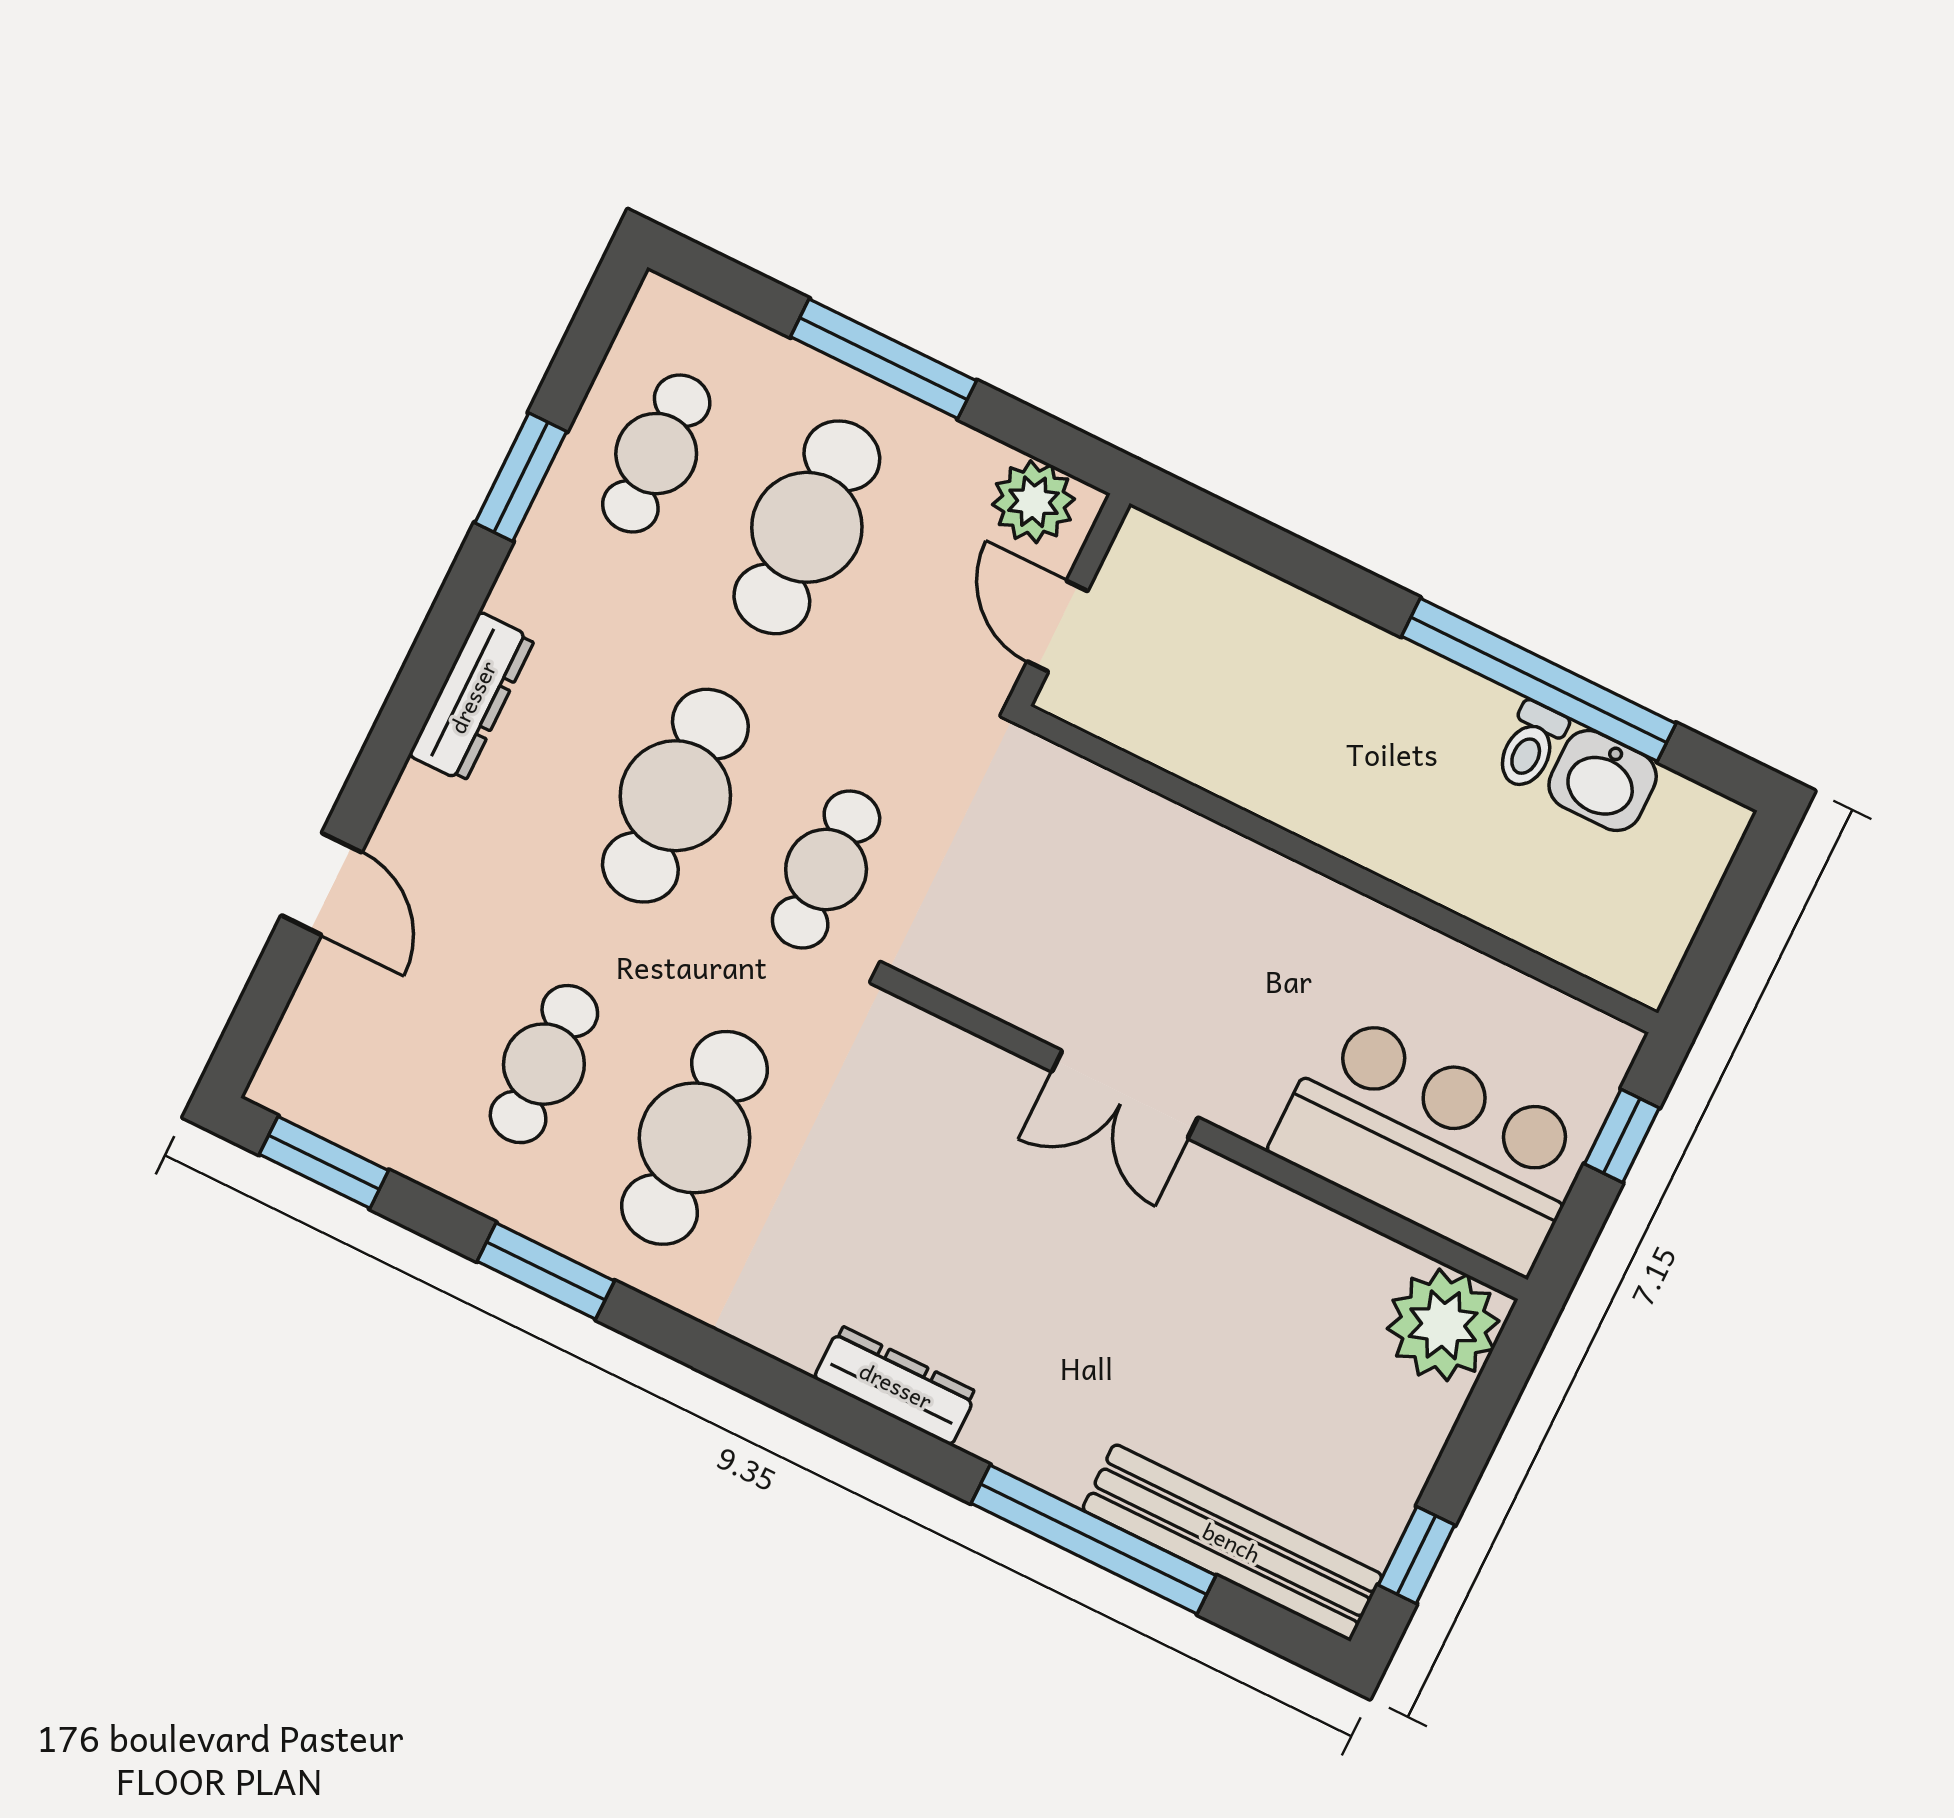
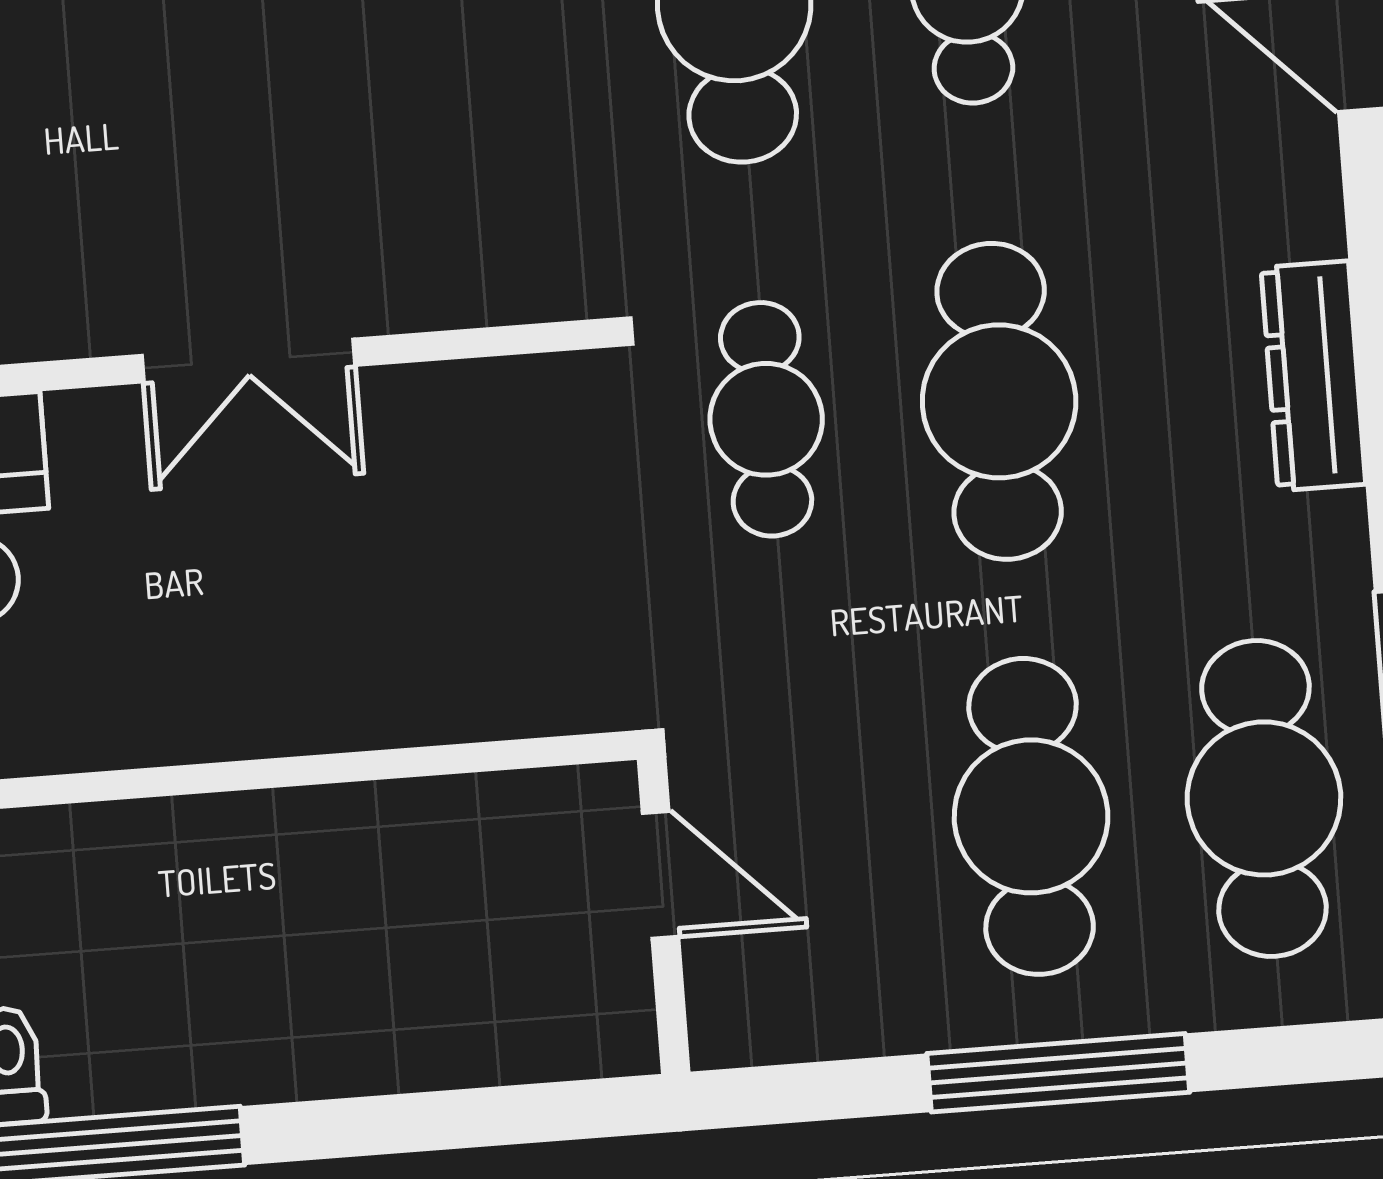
cafe table: (656, 454) -> (1264, 798), width x1.37, depth x1.35
plant: (1033, 502) -> (777, 1007), removed
double door: (1125, 1095) -> (248, 360), swing flipped

